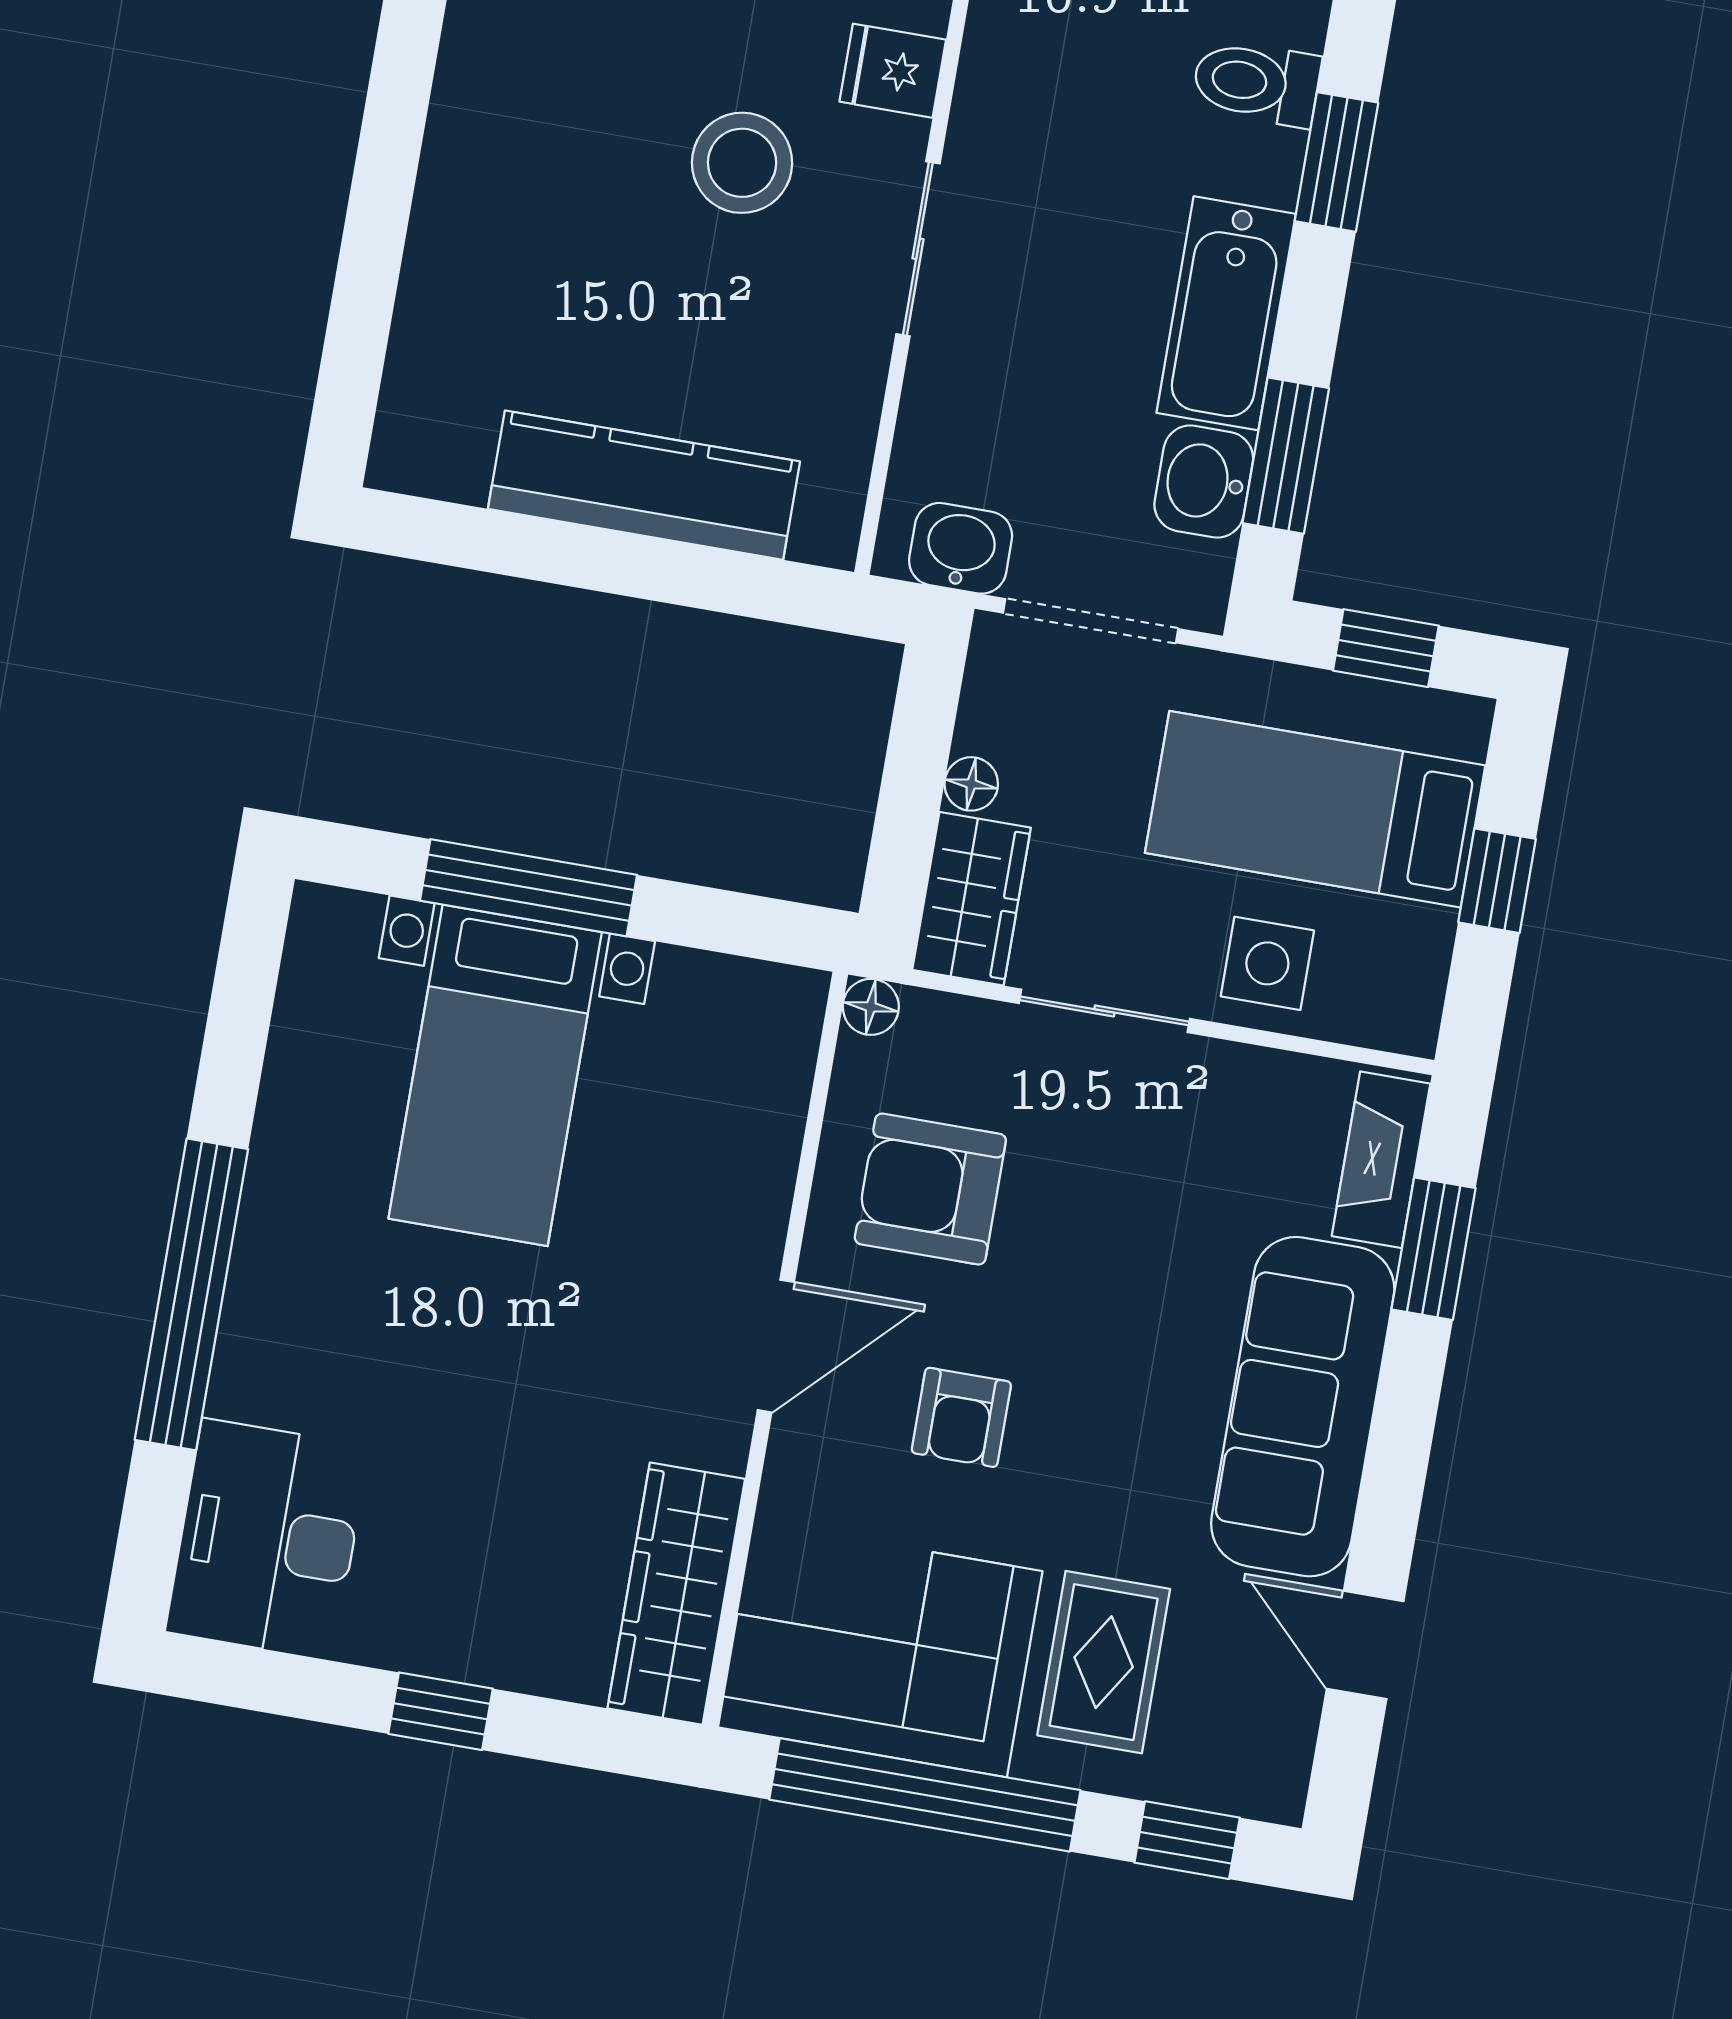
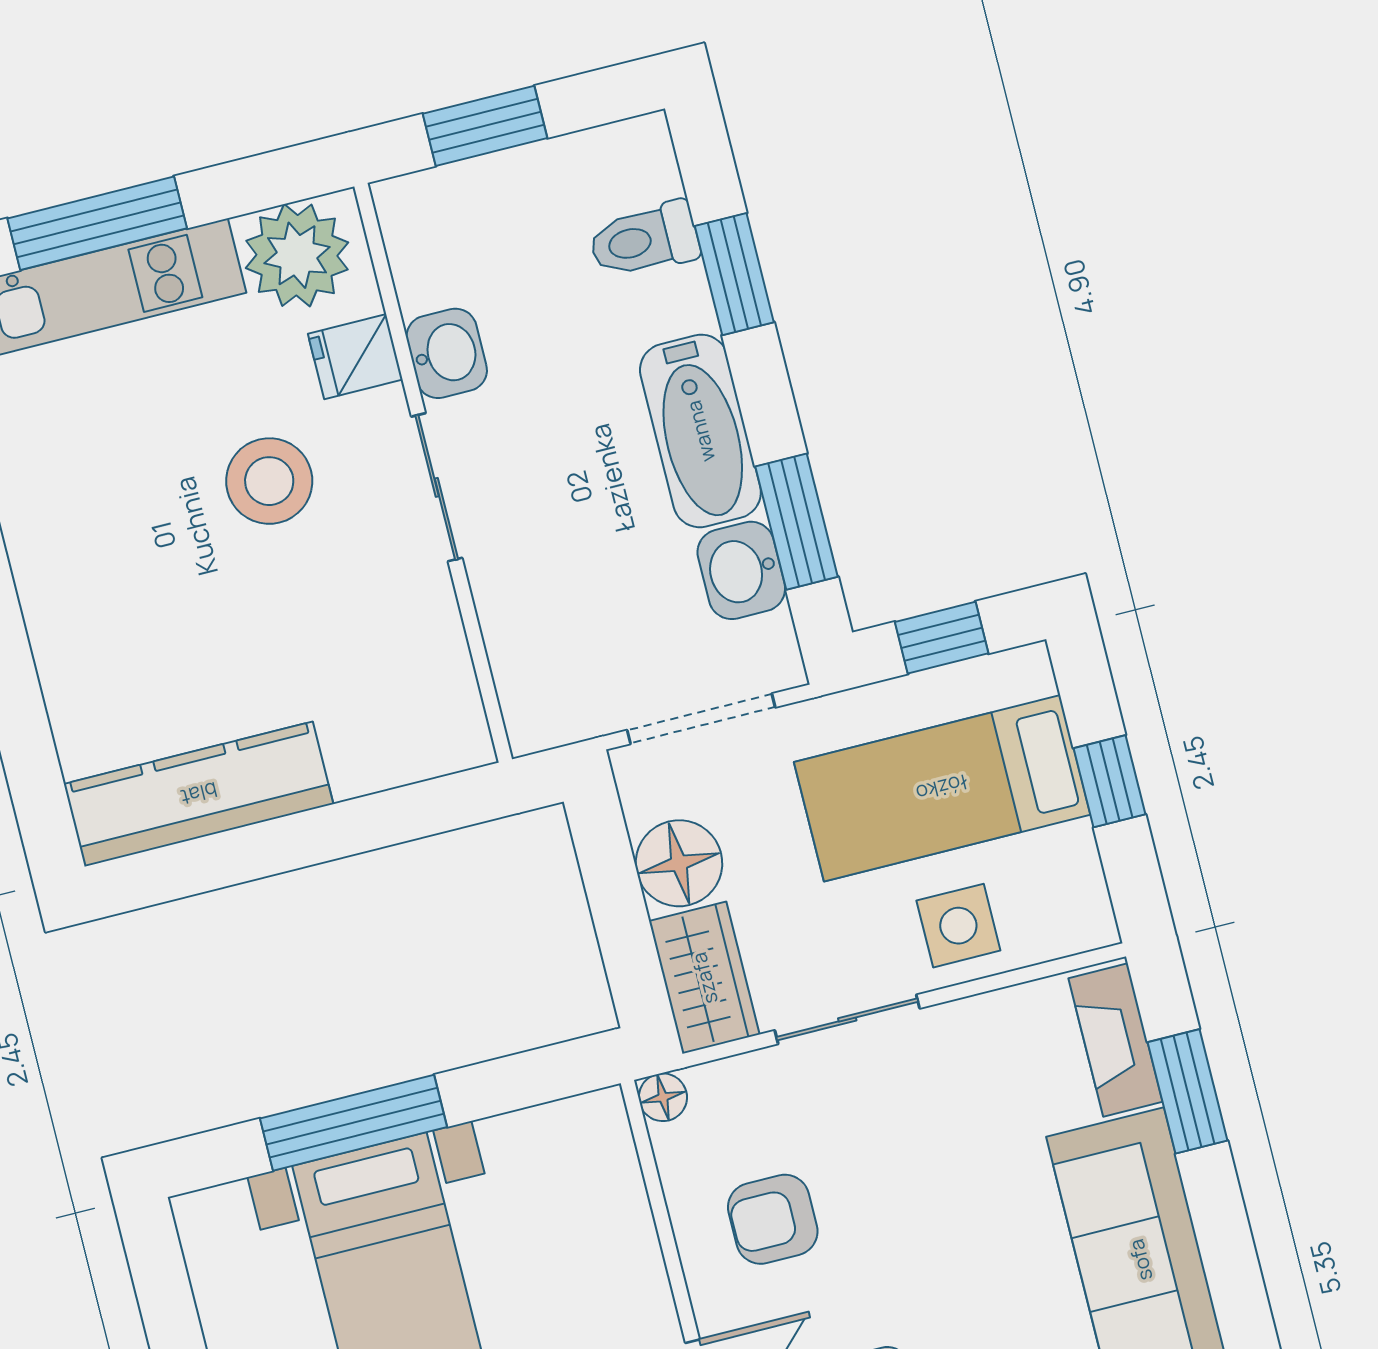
kitchen counter: (644, 485) -> (199, 794), moved
washbasin: (961, 548) -> (447, 353), moved, turned 90
floor lamp: (971, 784) -> (679, 863), width x1.89, depth x1.89
armchair: (930, 1189) -> (773, 1219), width x0.72, depth x0.72

